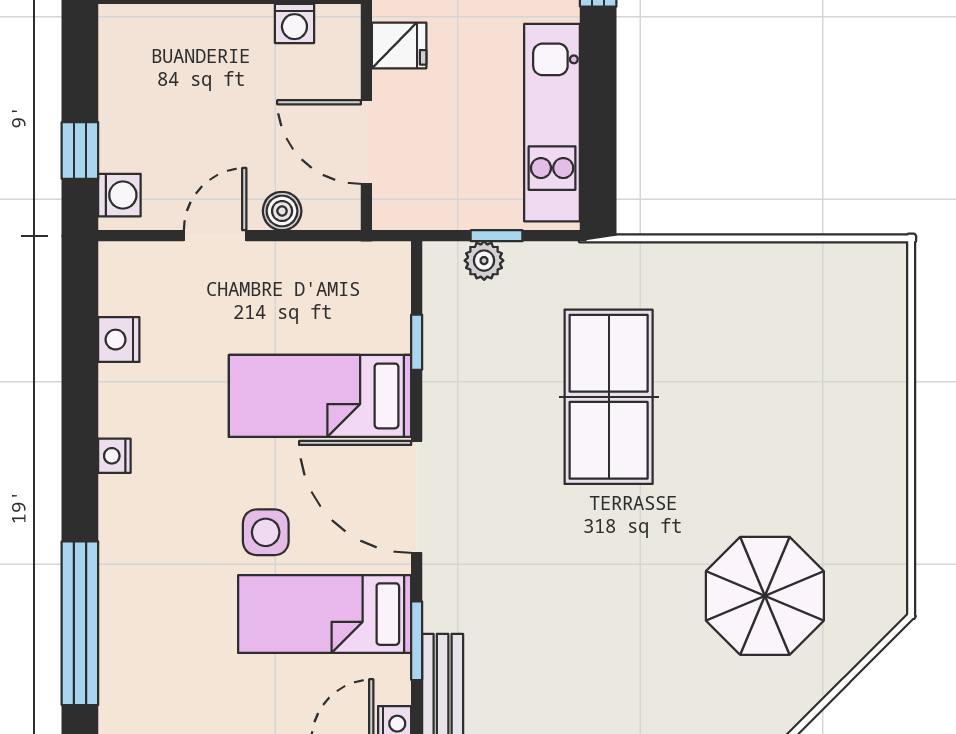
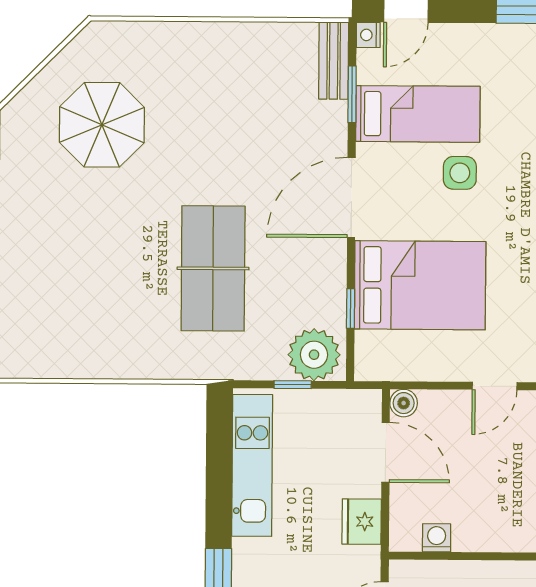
fridge: (399, 45) -> (362, 522), width x1.38
boiler: (282, 211) -> (404, 403), moved
plant: (484, 261) -> (314, 355), width x1.88, depth x1.88
bed: (320, 396) -> (420, 285), width x1.50
door: (417, 497) -> (351, 198), swing flipped

